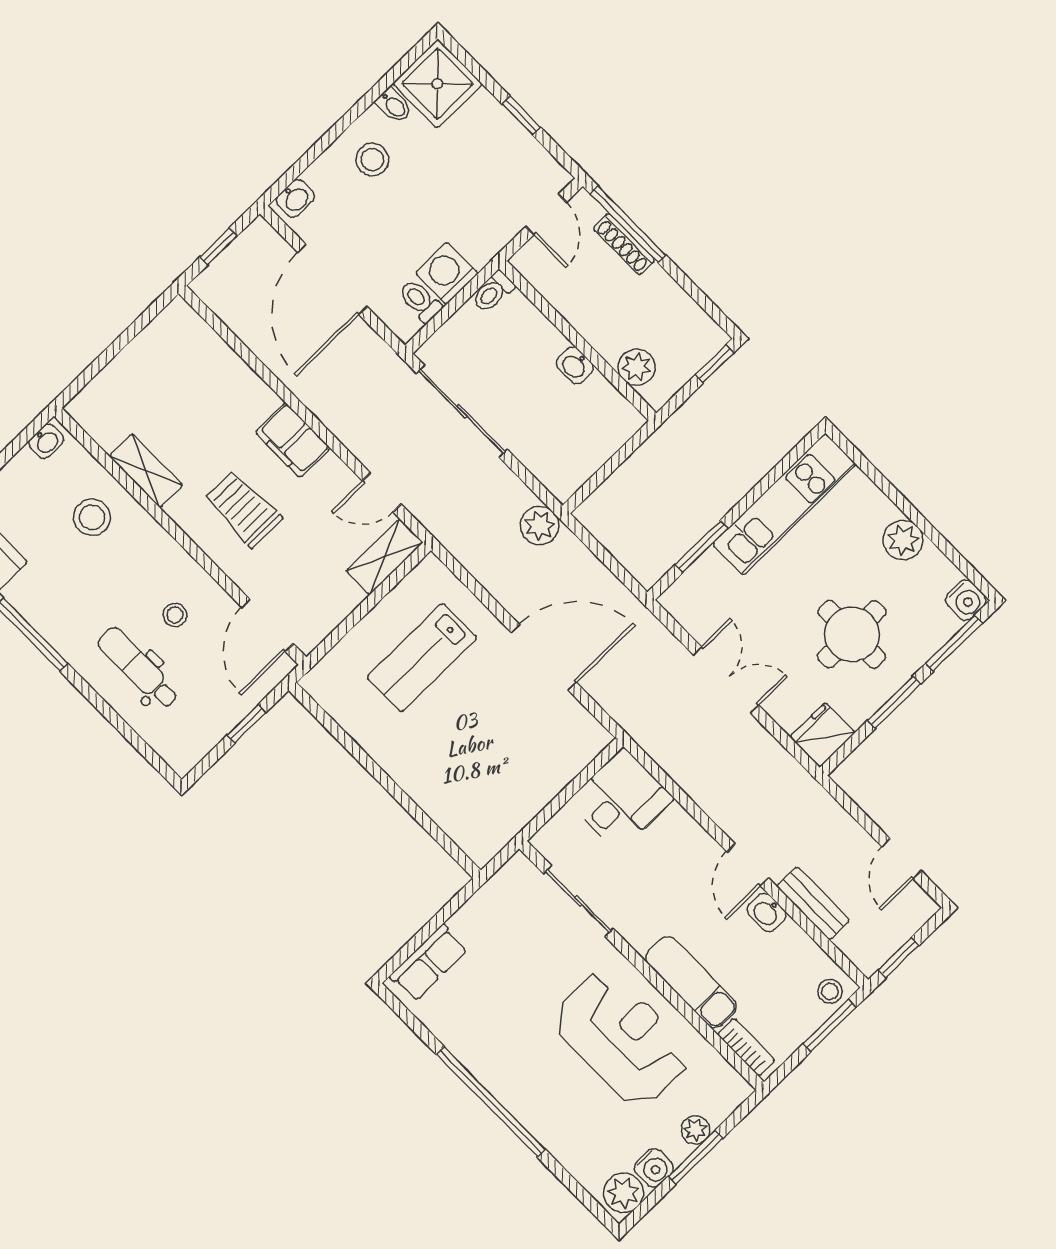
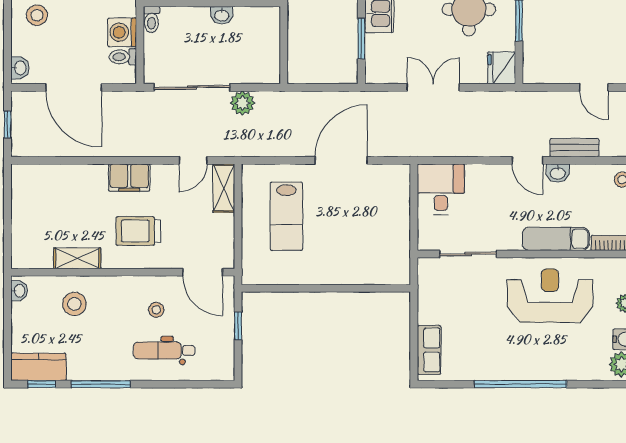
plant: (540, 525) -> (242, 103), moved

